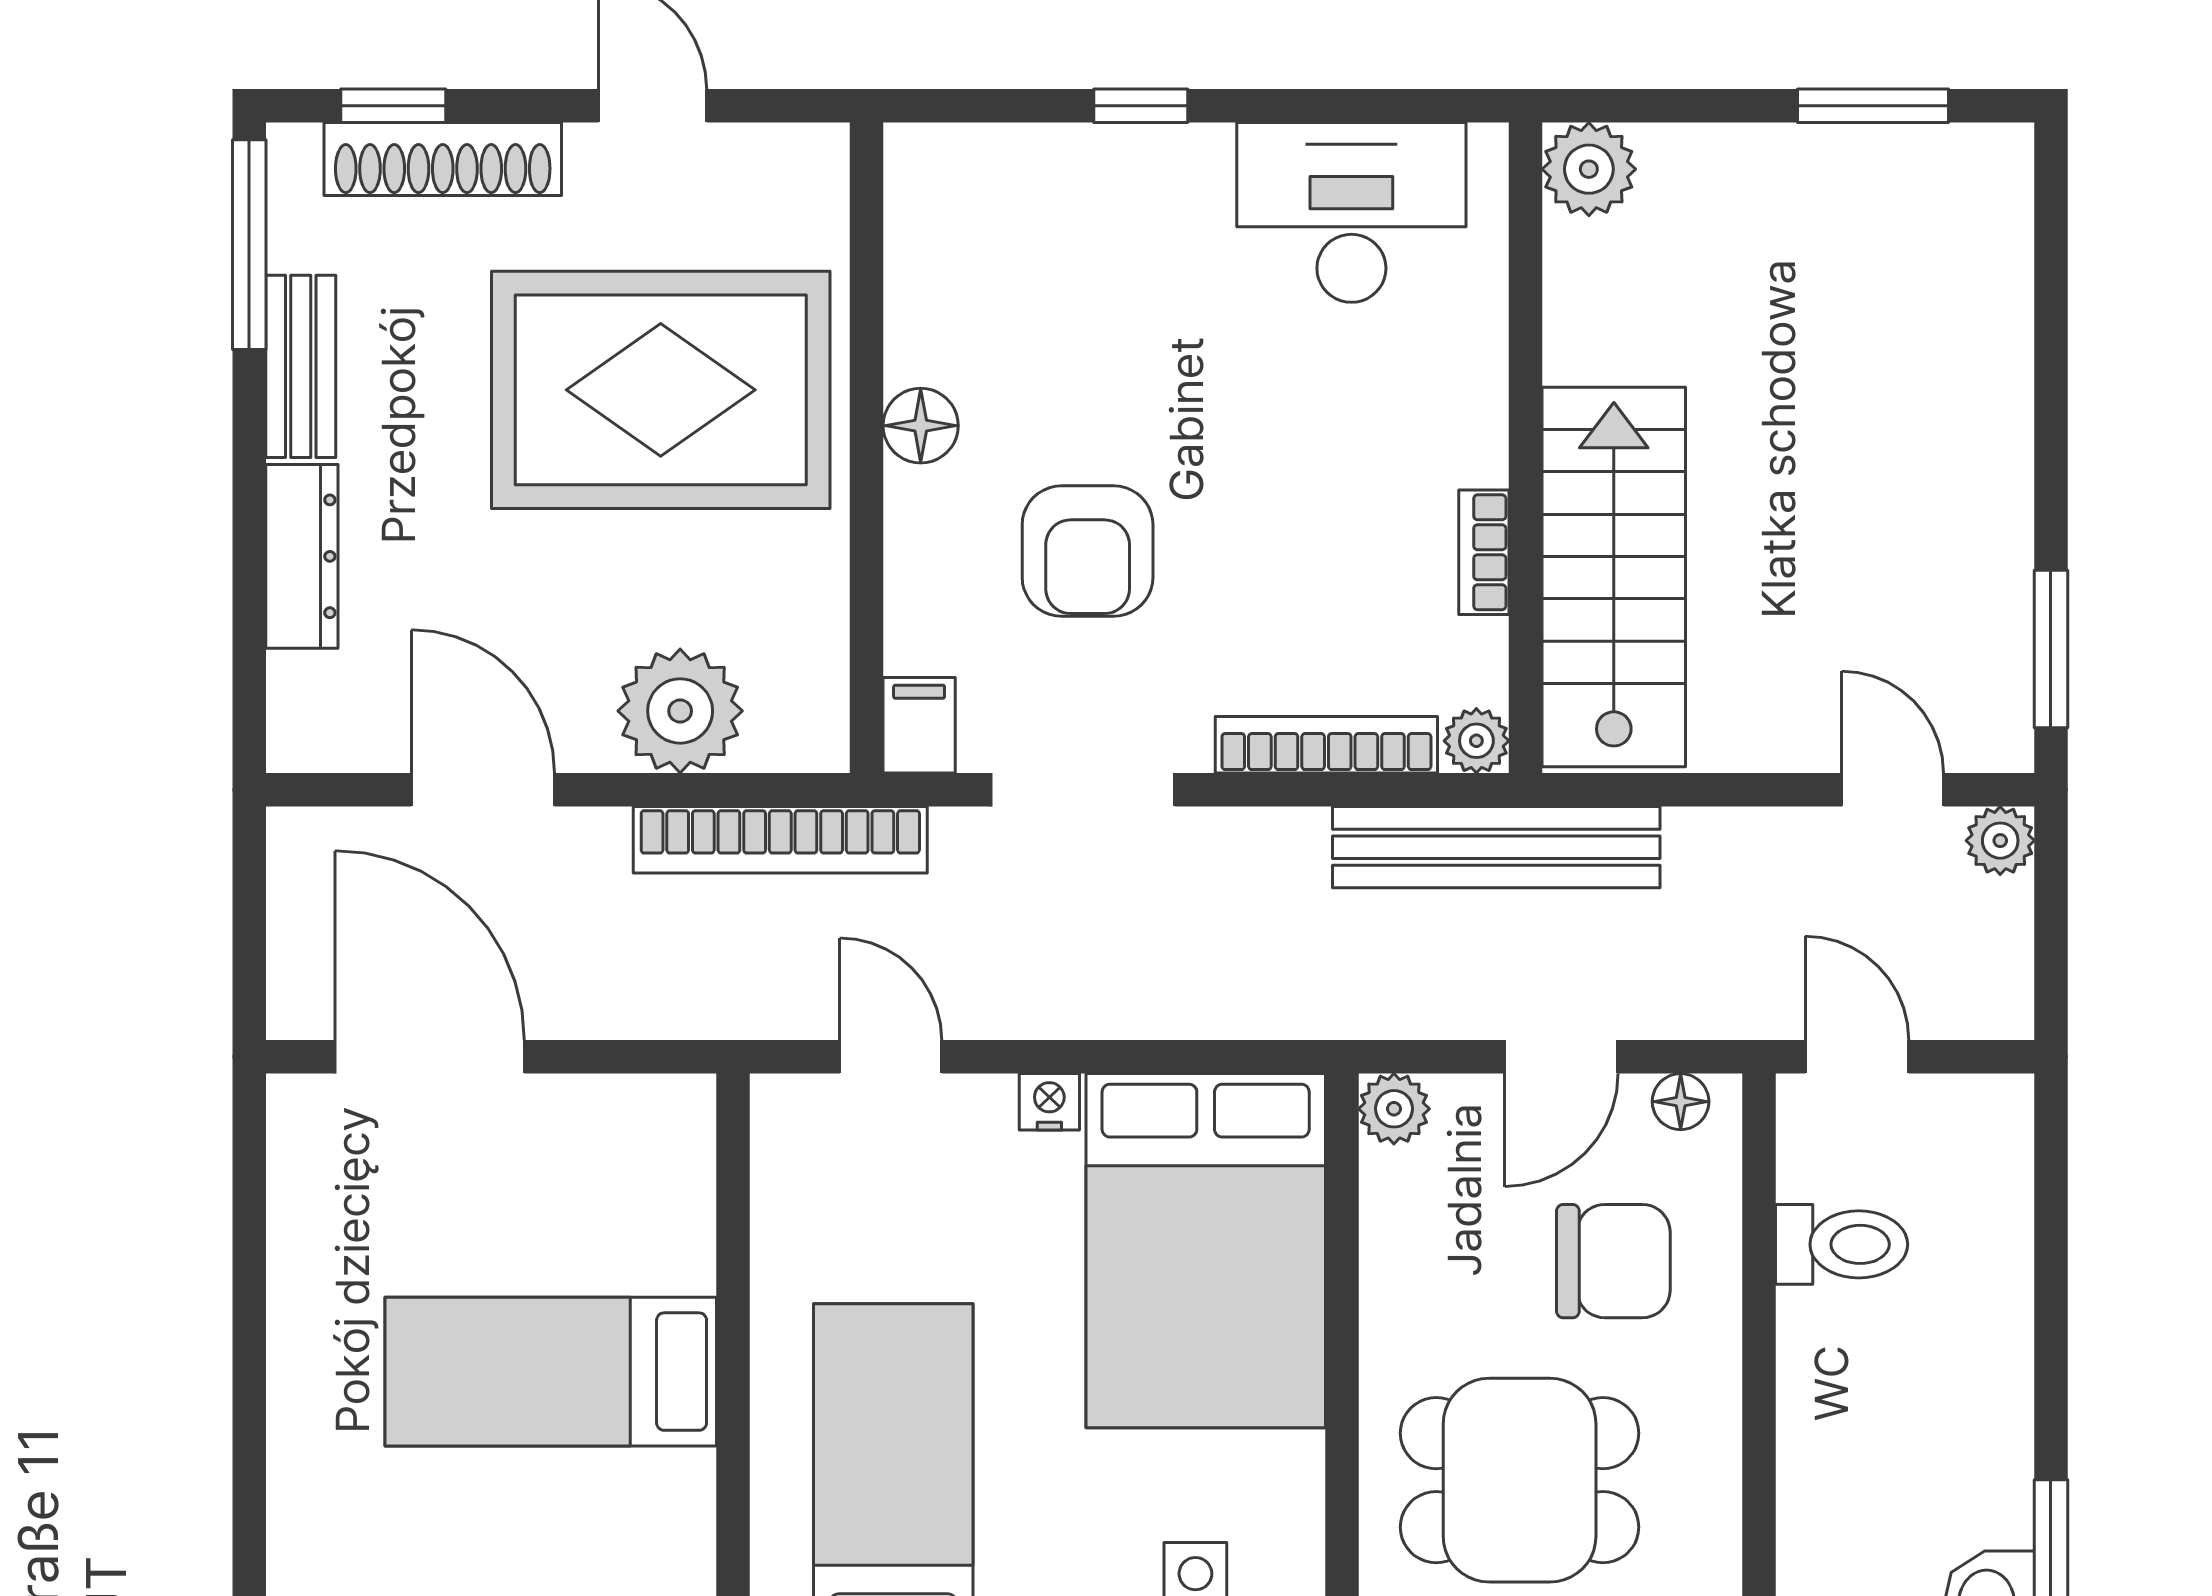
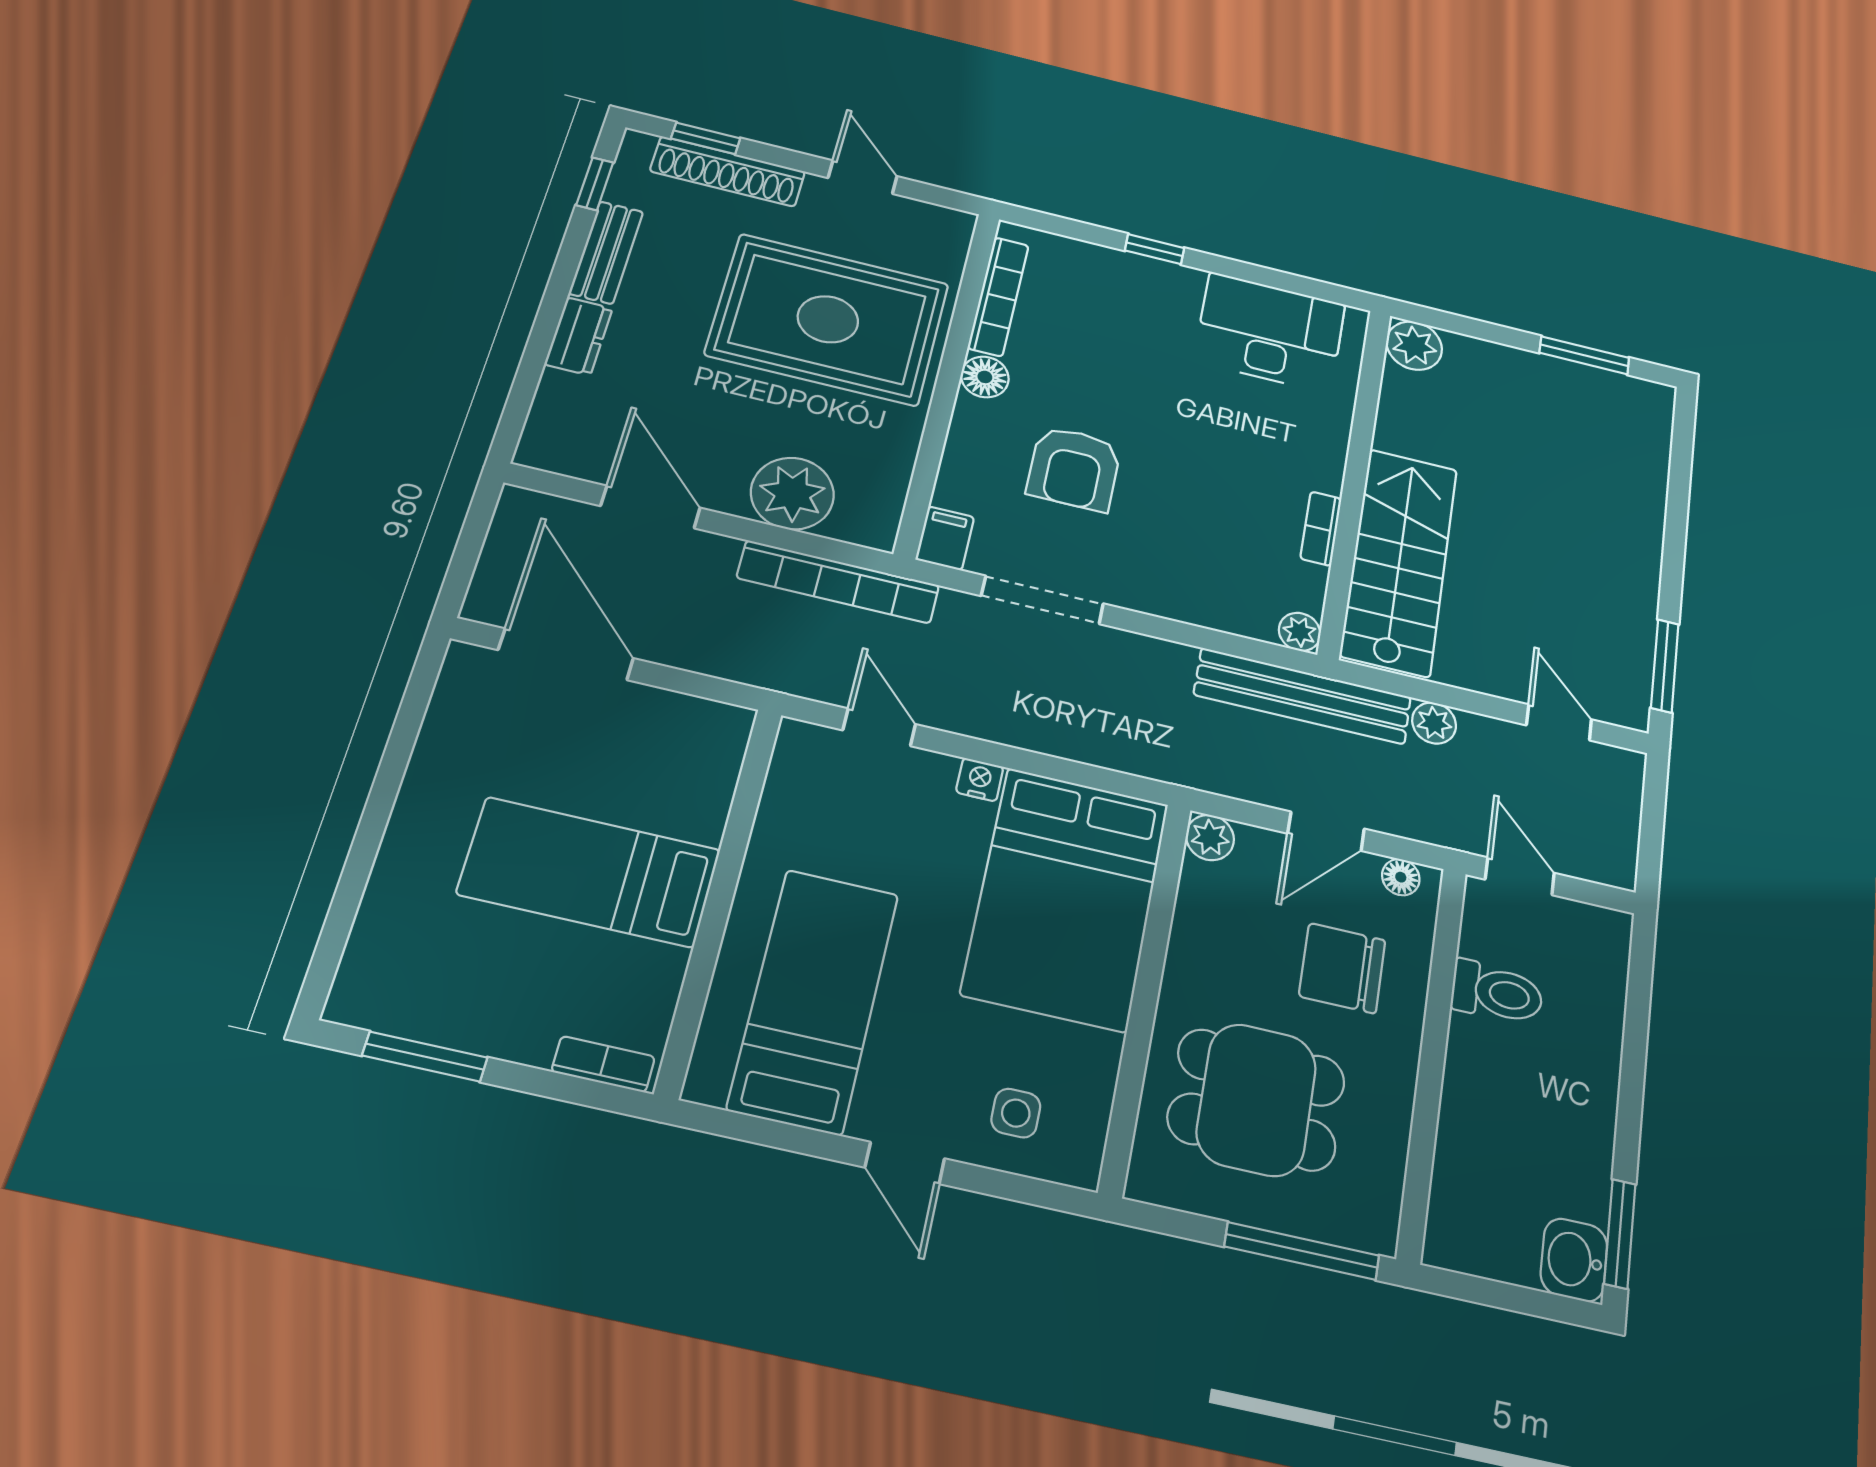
window: (249, 245) -> (595, 184), width x0.46
dresser: (302, 556) -> (579, 336), width x0.70
bookcase: (1326, 745) -> (998, 296), moved, turned 90
plant: (2000, 841) -> (1434, 723), moved
chair: (1613, 1261) -> (1342, 968), turned 180

